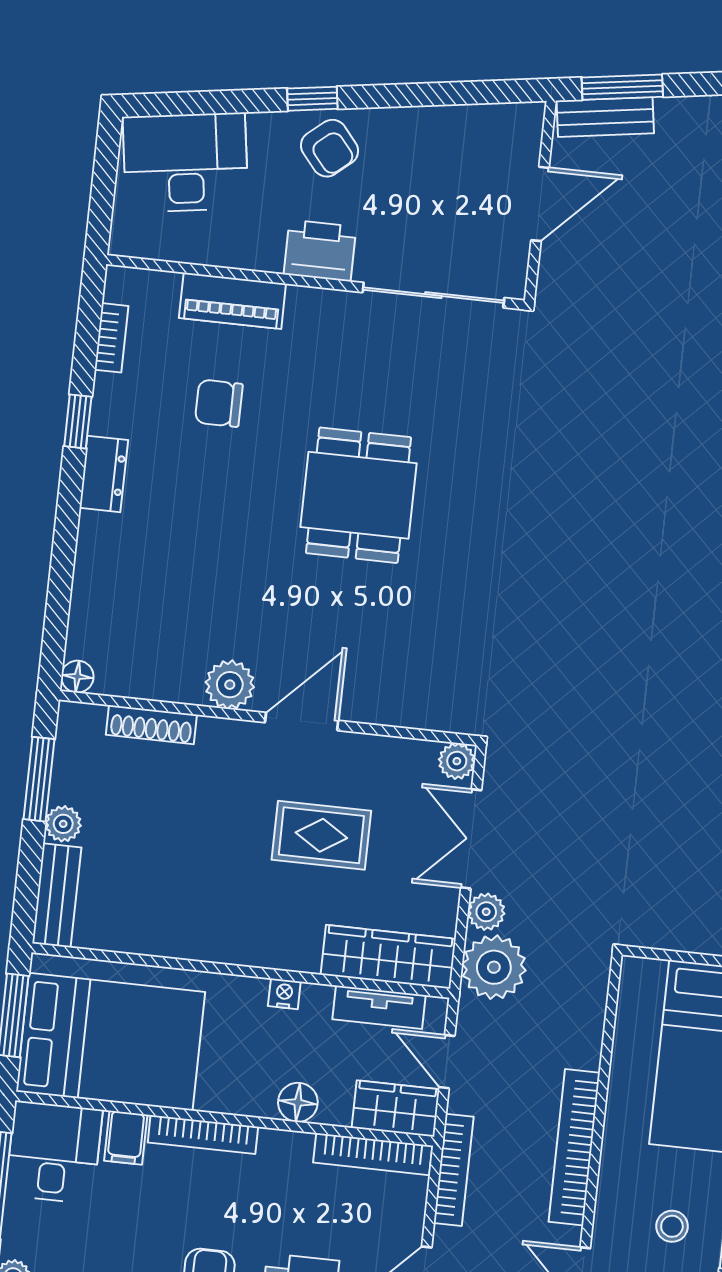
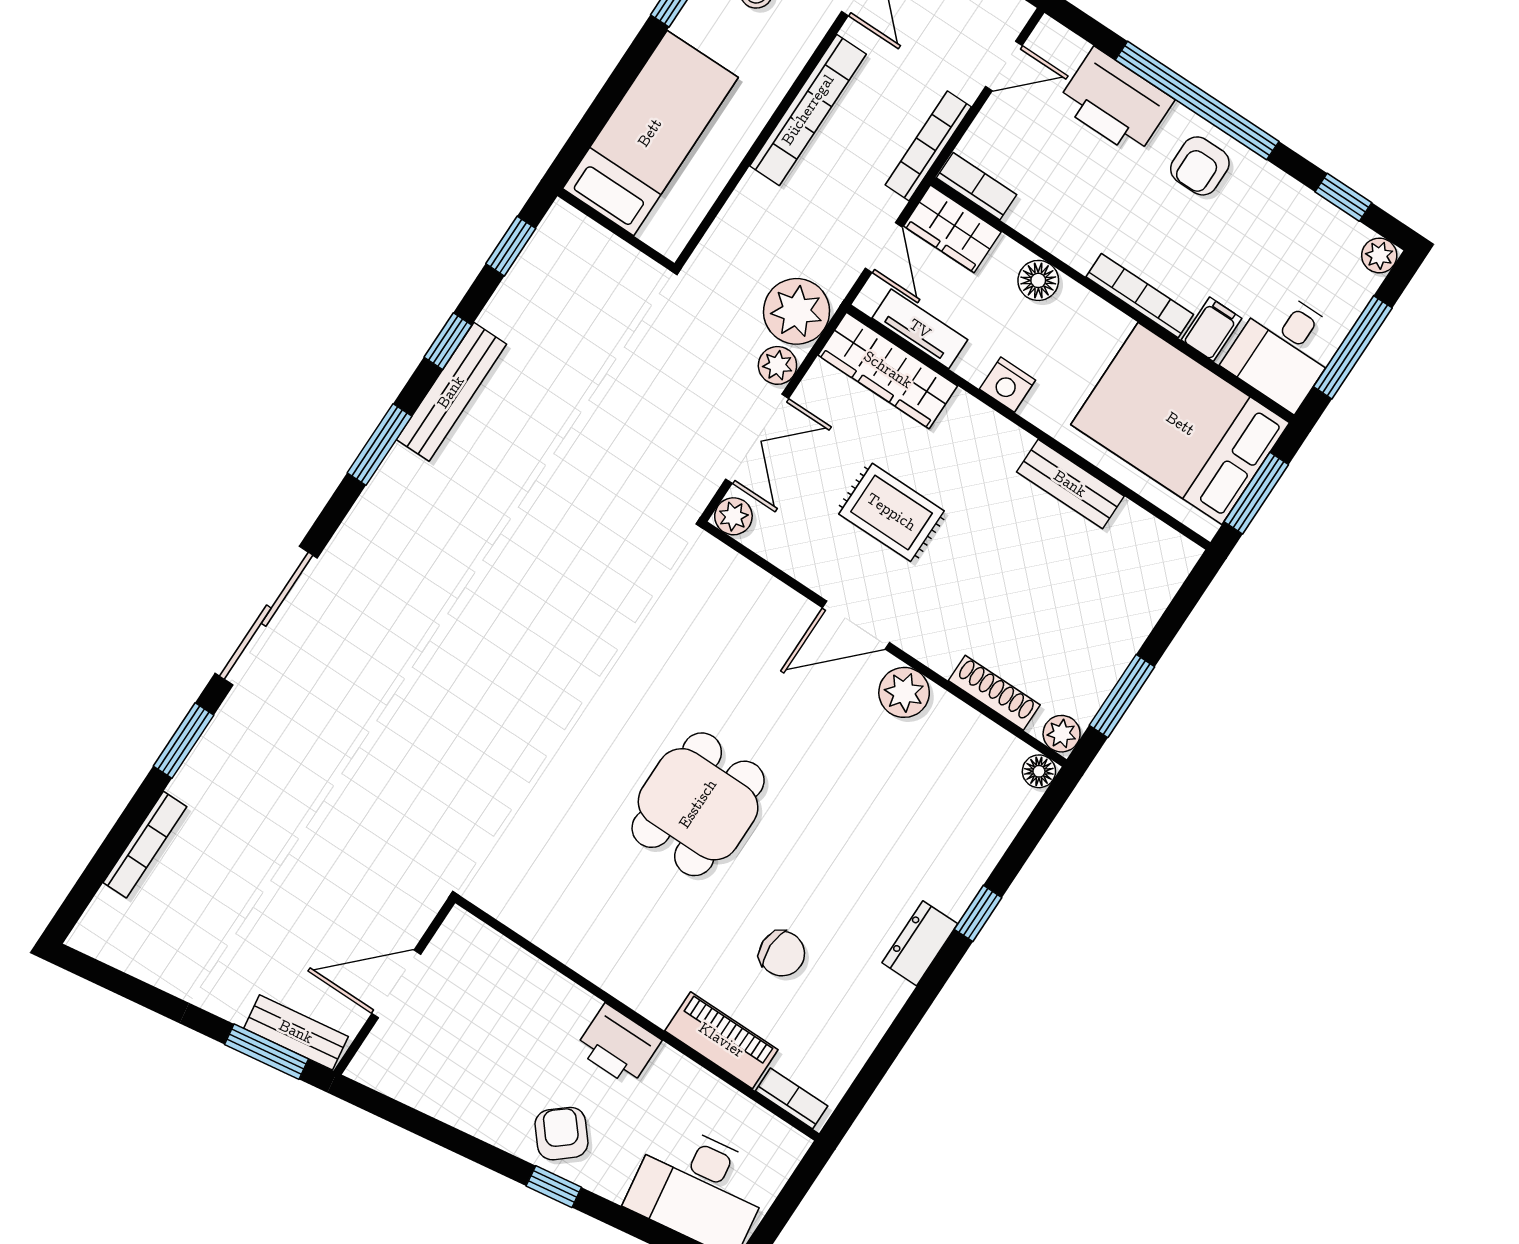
sliding door: (433, 295) -> (536, 951), removed
bookcase: (111, 338) -> (792, 1098), moved, turned 90
window: (78, 421) -> (978, 913), moved
plant: (63, 824) -> (1062, 734), moved
bench: (57, 895) -> (1070, 484), moved, turned 90
nightstand: (284, 994) -> (1007, 385), width x1.39, depth x1.35
bookcase: (373, 1154) -> (976, 186), width x0.64

